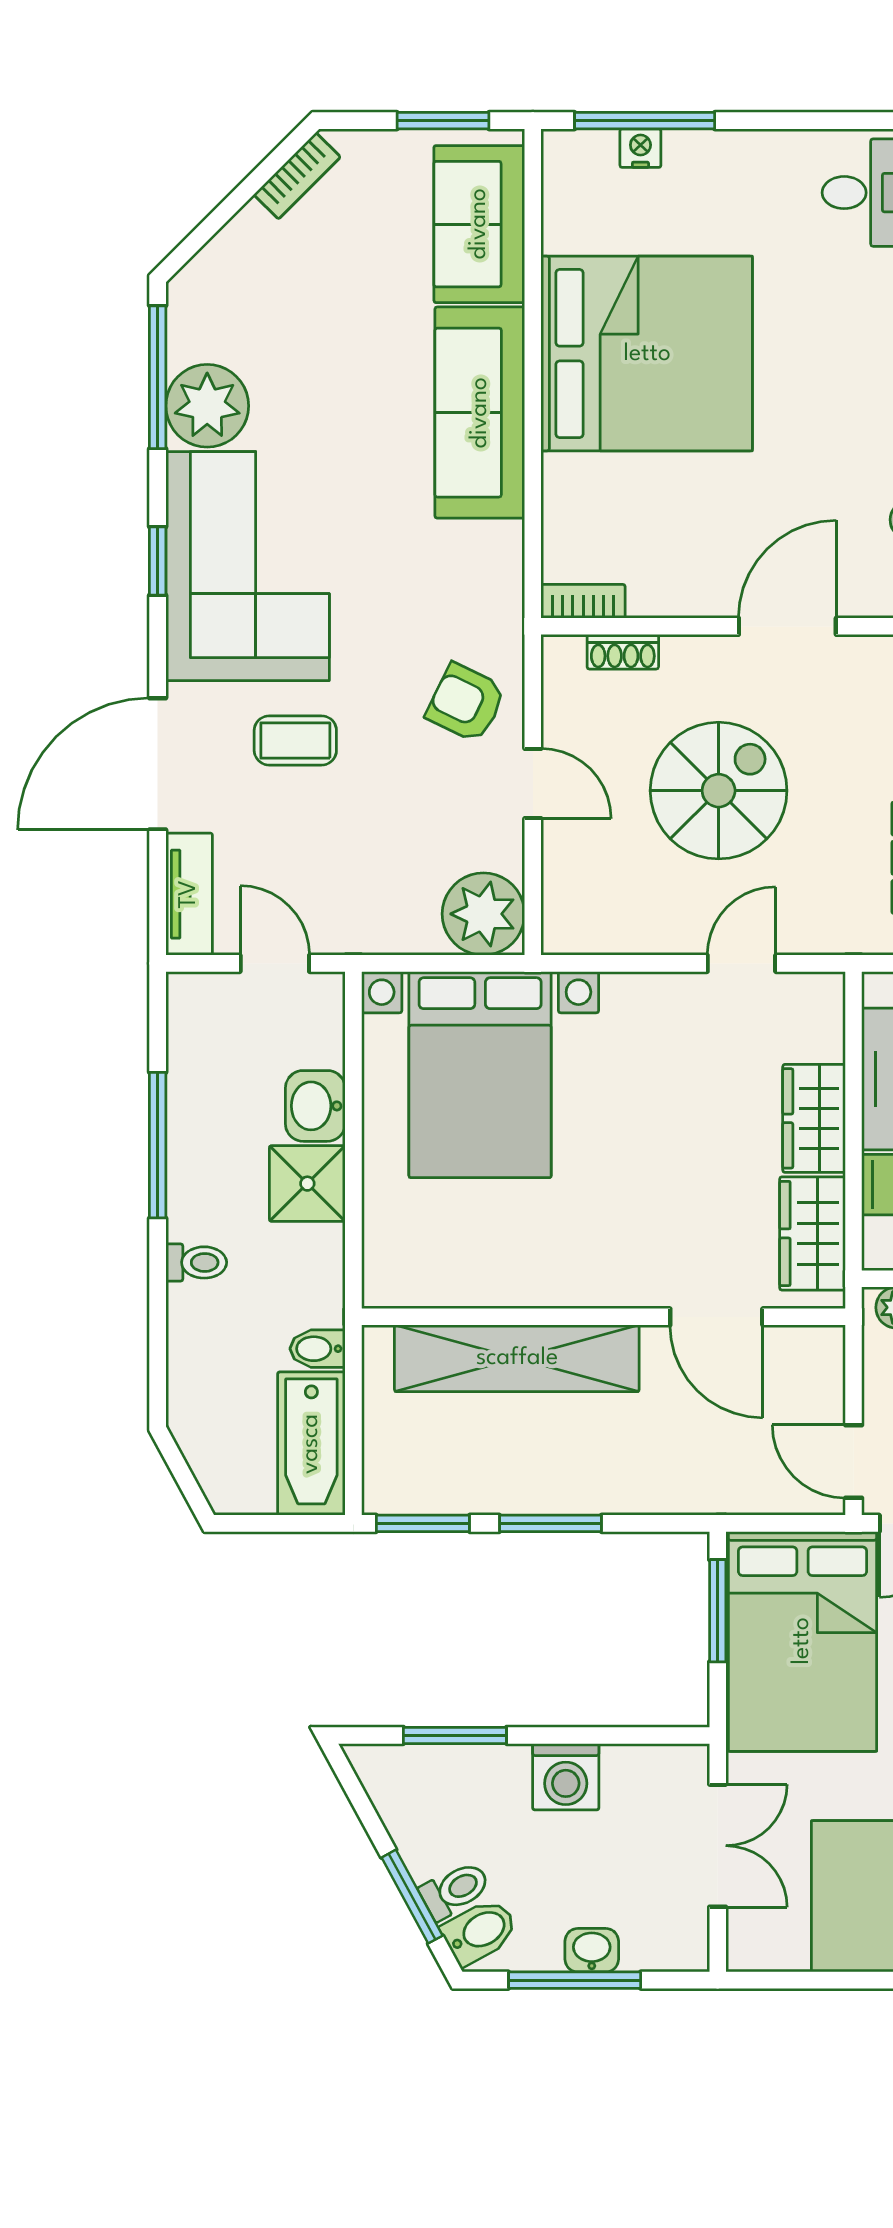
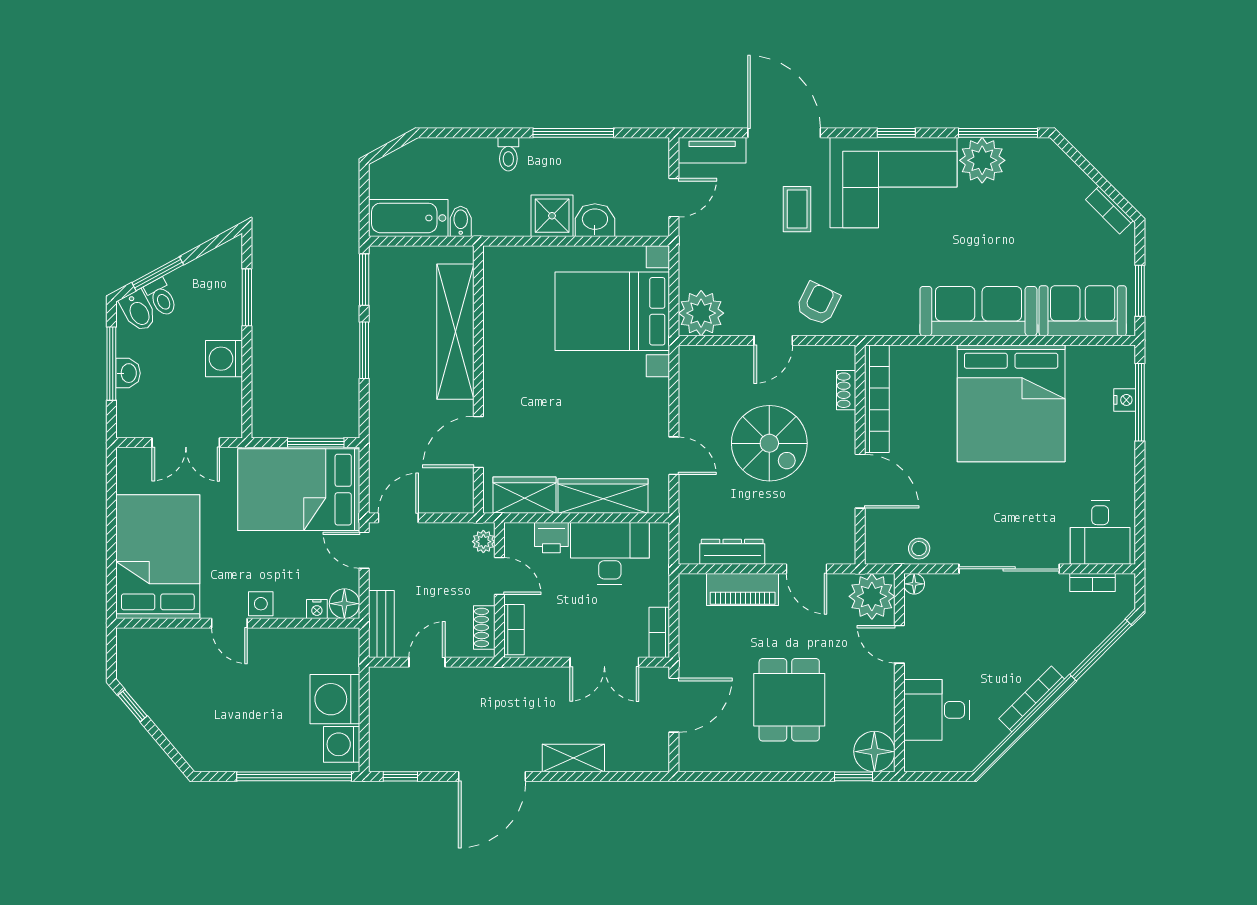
bookcase: (583, 601) -> (877, 399), width x2.31, depth x1.31
wardrobe: (814, 1118) -> (603, 496), width x1.50

